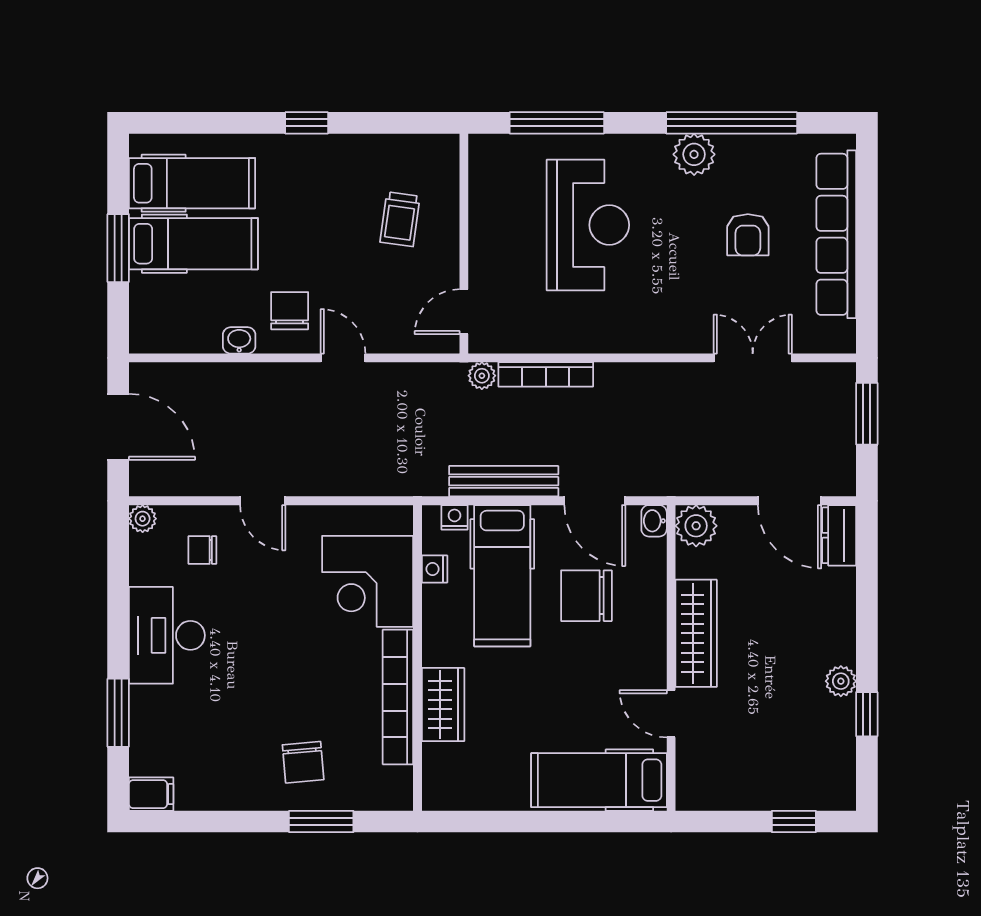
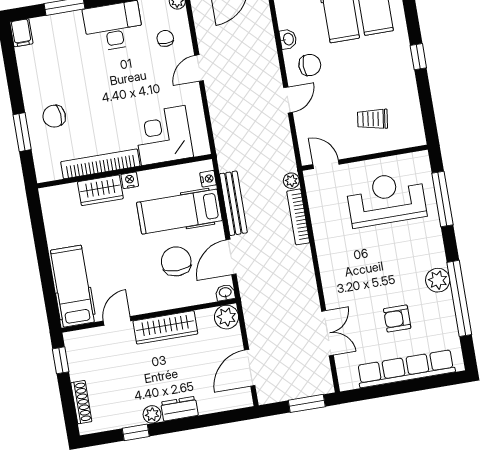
reception desk: (588, 225) -> (386, 199), moved, turned 180
dresser: (839, 535) -> (179, 409), moved
nightstand: (435, 569) -> (130, 180), moved
shoe rack: (799, 798) -> (81, 402), added
window: (794, 821) -> (61, 360), moved

